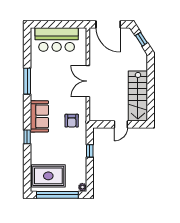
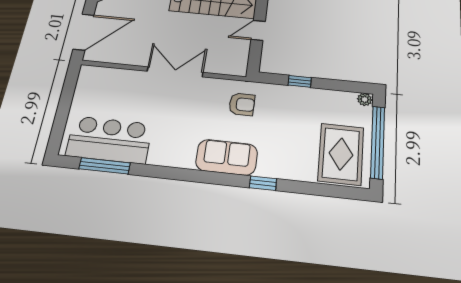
bar counter: (57, 40) -> (109, 140), moved, turned -90
window: (27, 81) -> (105, 166), moved
double door: (88, 81) -> (175, 72), swing flipped
door: (121, 124) -> (258, 30), swing flipped

